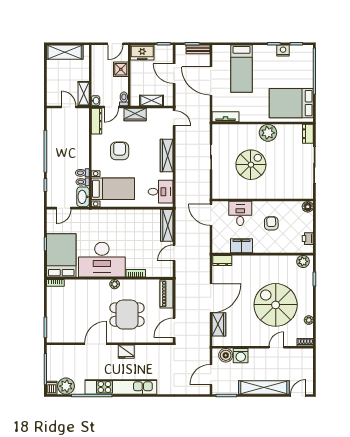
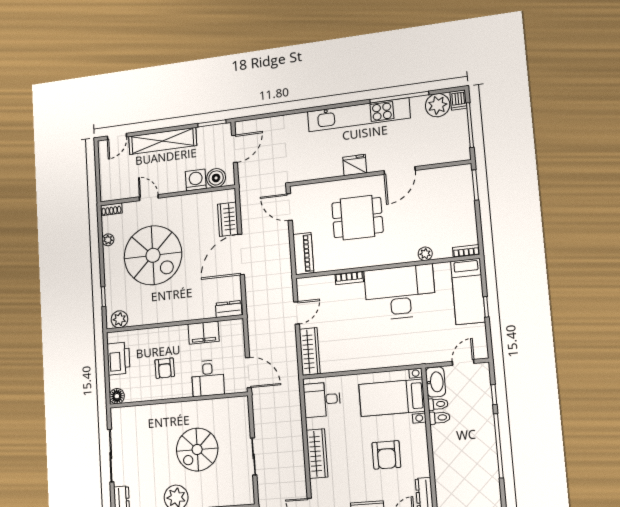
printer: (308, 239) -> (118, 359), width x1.87, depth x1.48
bed: (61, 255) -> (468, 291), width x0.67
plant: (115, 284) -> (425, 254), moved
door: (174, 328) -> (289, 207), swing flipped
door: (276, 347) -> (149, 198), swing flipped

